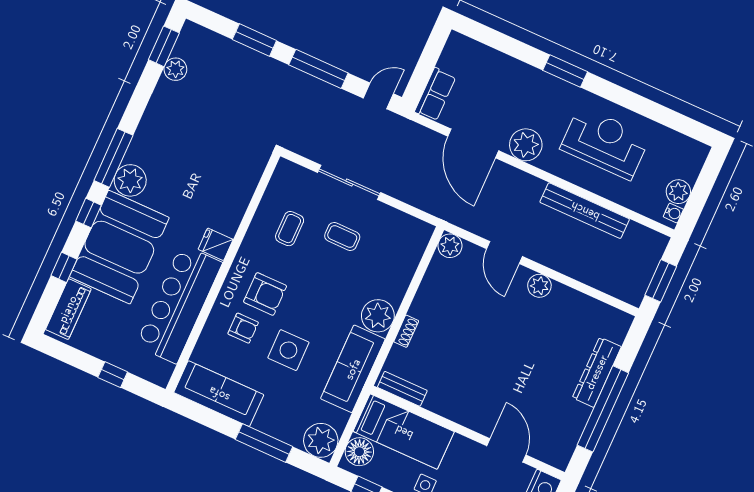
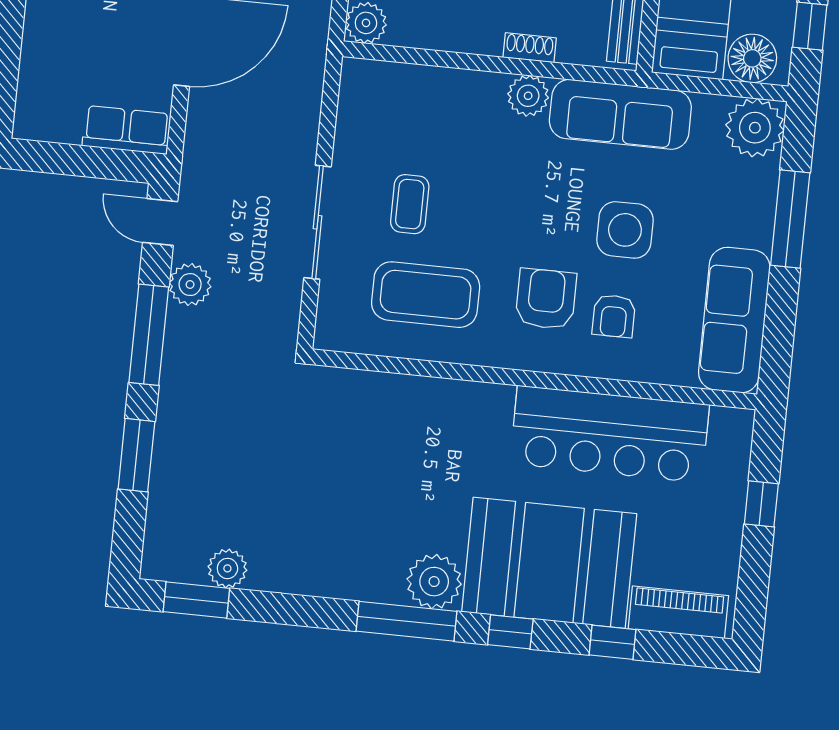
plant: (338, 101) -> (190, 285), added
coffee table: (290, 229) -> (426, 295), width x1.86, depth x1.72
fridge: (216, 244) -> (492, 407), removed
plant: (378, 316) -> (528, 96), width x0.73, depth x0.73
armchair: (243, 328) -> (614, 316), turned 180

